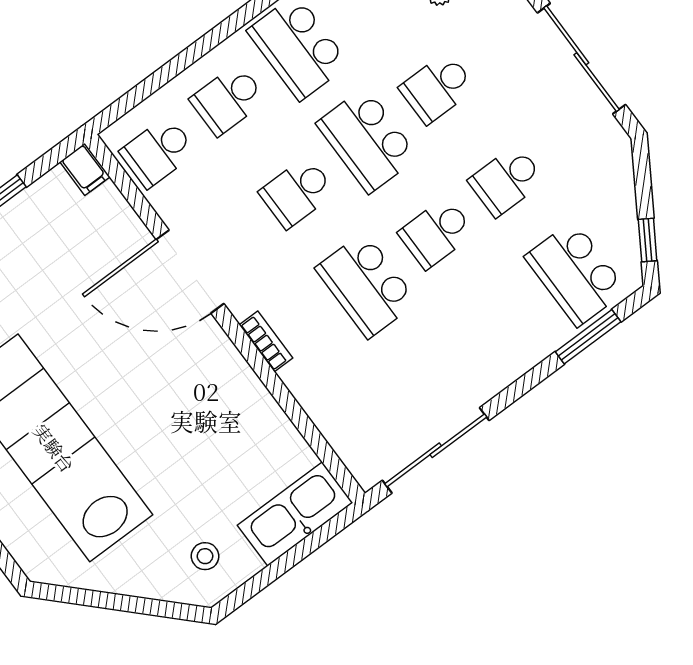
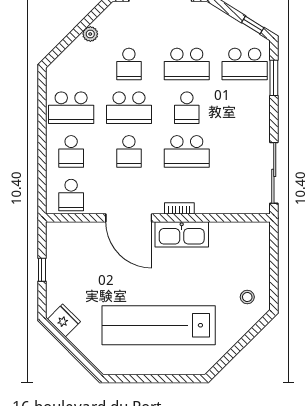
filing cabinet: (85, 169) -> (56, 230), removed
school desk: (506, 181) -> (187, 64), width x1.85
door: (190, 272) -> (129, 218), hinge flipped
kitchen sink: (295, 514) -> (182, 234), moved, turned -90

